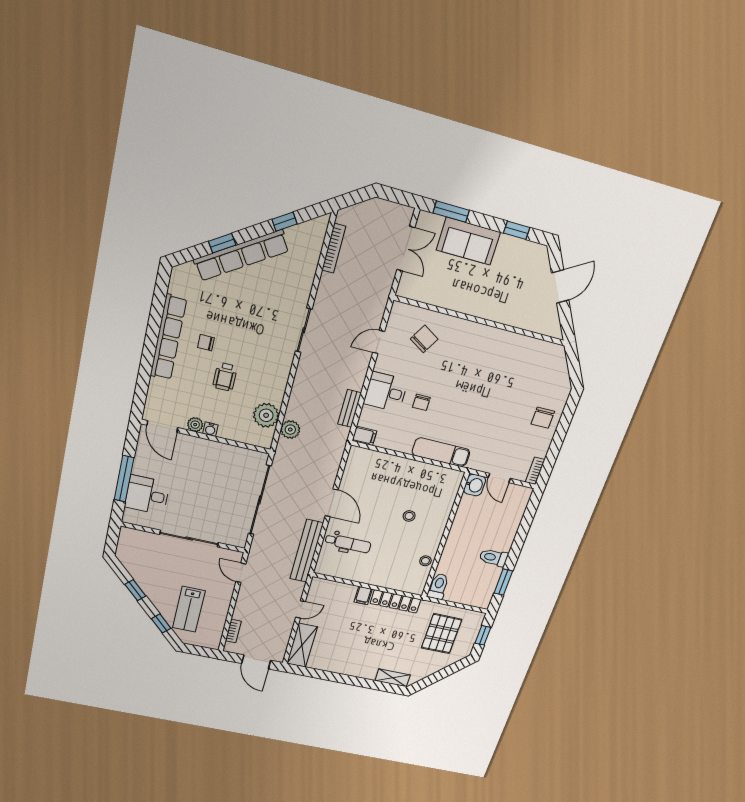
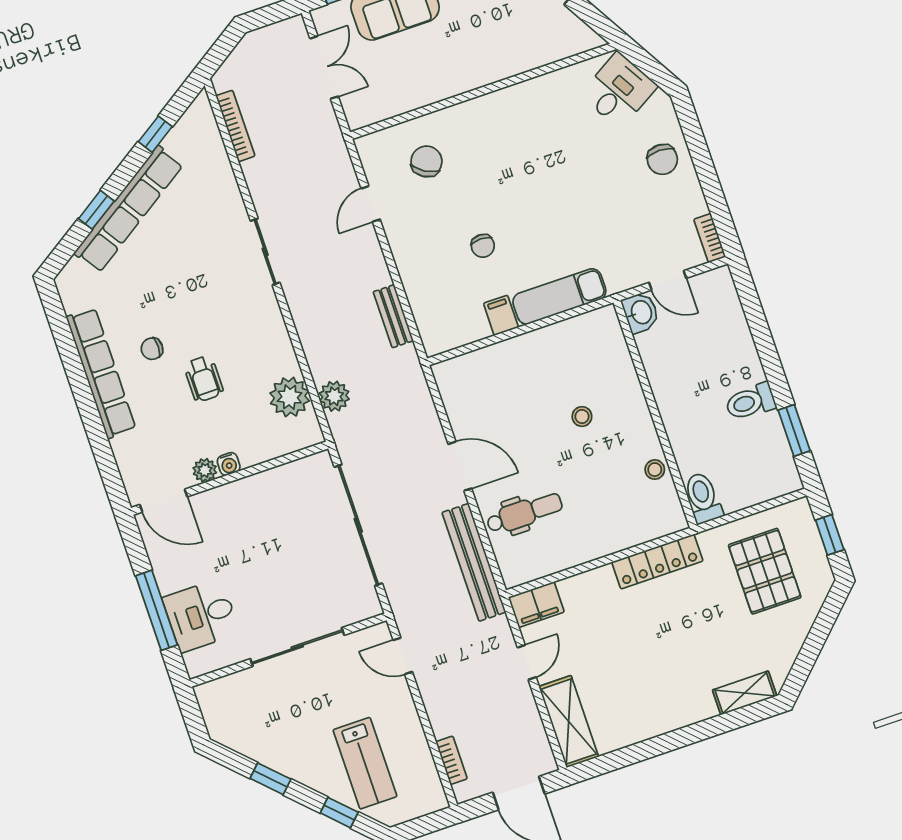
desk: (386, 392) -> (619, 90), moved, turned 150
filing cabinet: (364, 436) -> (501, 315), moved, turned -90
filing cabinet: (363, 595) -> (536, 605), moved, width x2.00

